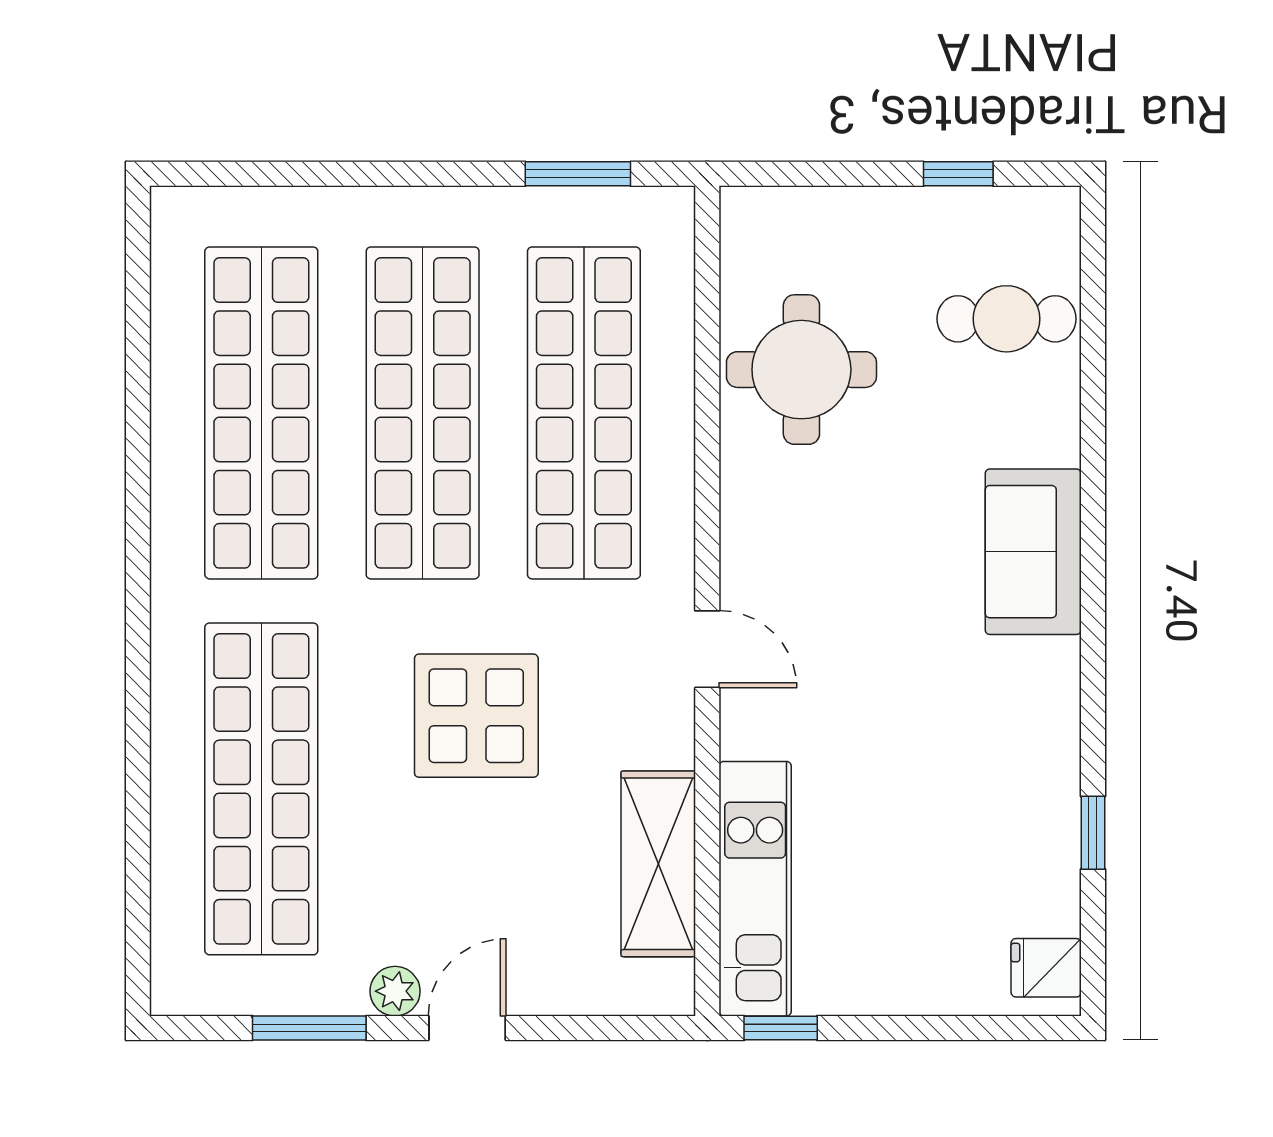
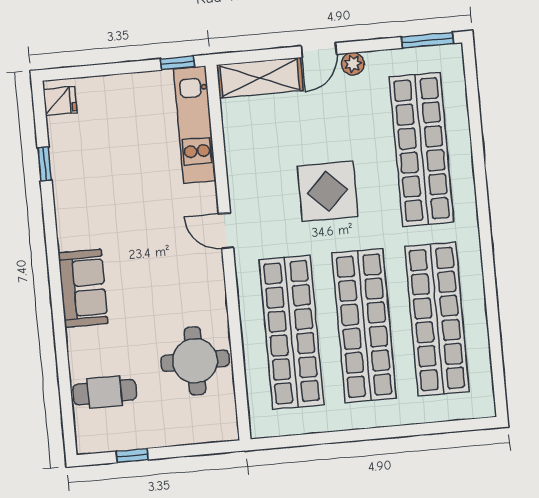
window: (578, 174) -> (304, 440), removed
shelving: (658, 864) -> (260, 78), moved, turned 90
window: (309, 1028) -> (427, 40), moved

